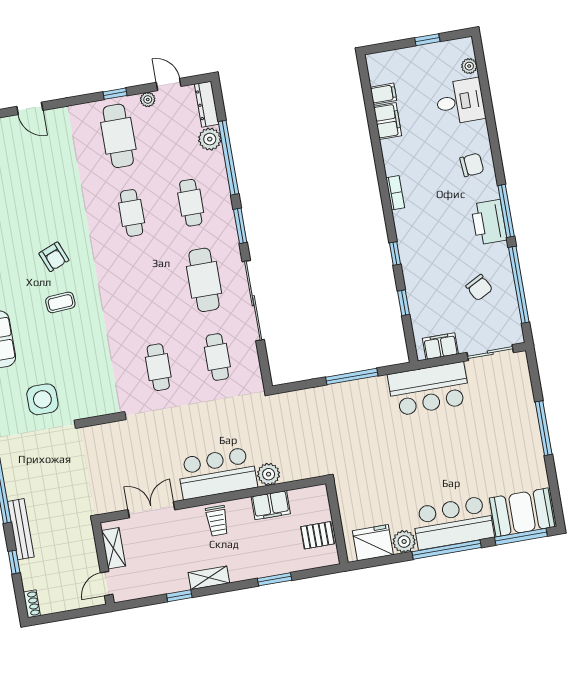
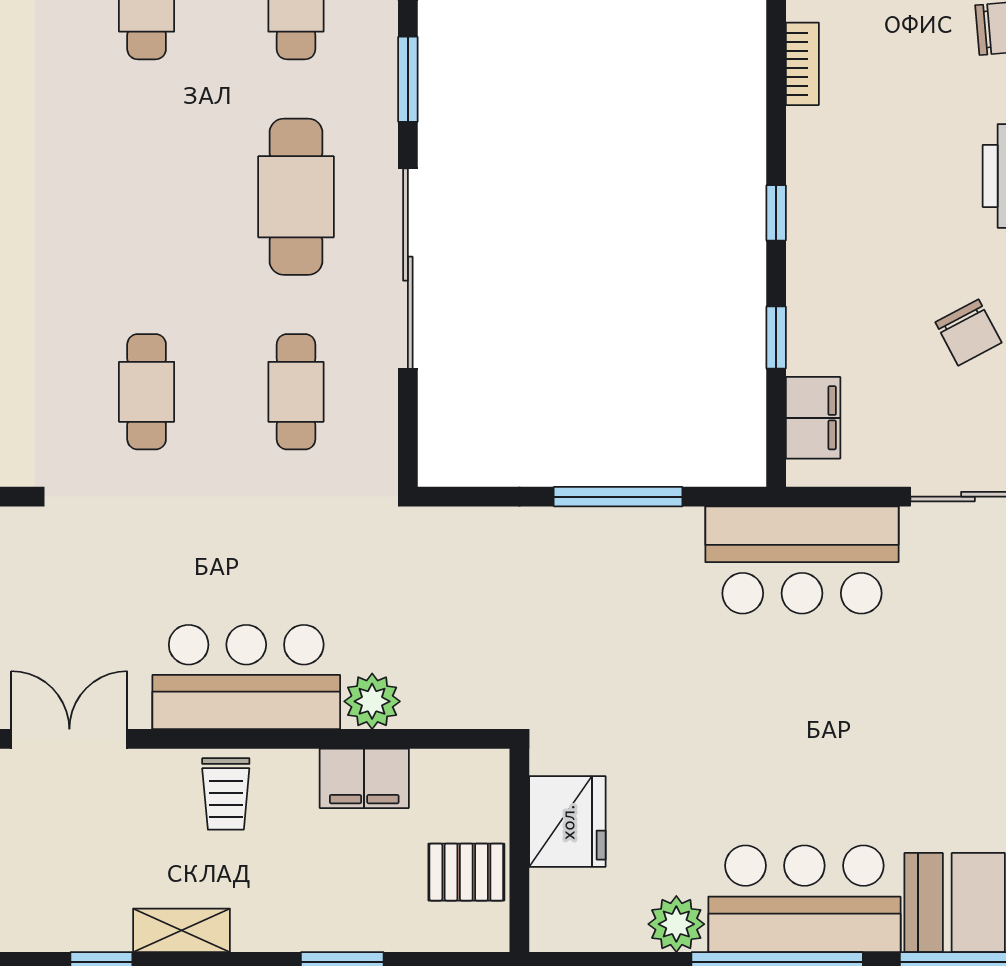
filing cabinet: (440, 346) -> (813, 418), moved, turned 90
fridge: (373, 543) -> (567, 822), moved, turned 90

